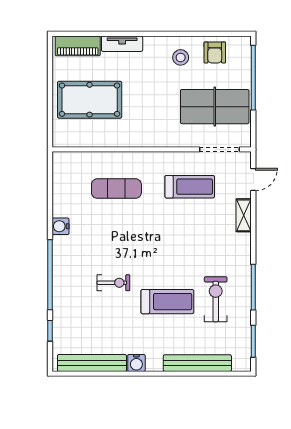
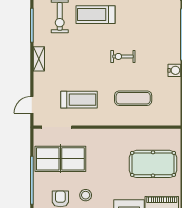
treadmill: (190, 187) -> (79, 100), turned 180
shelving: (244, 215) -> (39, 59), moved
exercise bike: (113, 283) -> (123, 56), moved

